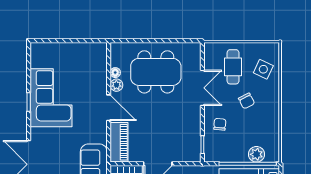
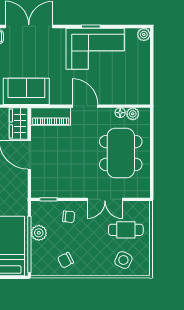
plant: (37, 49) -> (144, 35), added
plant: (116, 85) -> (133, 114), moved
chair: (247, 101) -> (66, 260), moved
door: (109, 108) -> (85, 106), swing flipped
plant: (256, 154) -> (39, 233), moved

